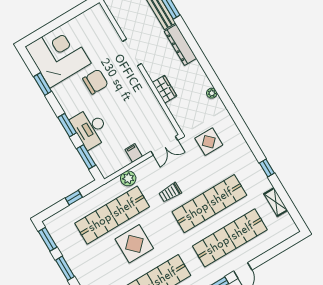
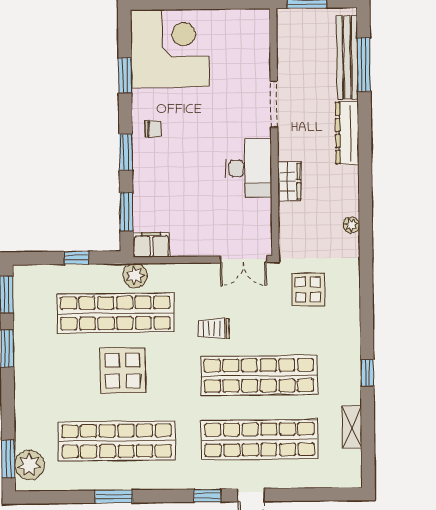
chair: (95, 82) -> (153, 129), moved, width x0.54, depth x0.54
desk: (90, 128) -> (249, 168), moved, turned 180
filing cabinet: (134, 153) -> (151, 245), moved, width x2.00
plant: (128, 178) -> (135, 276), moved

